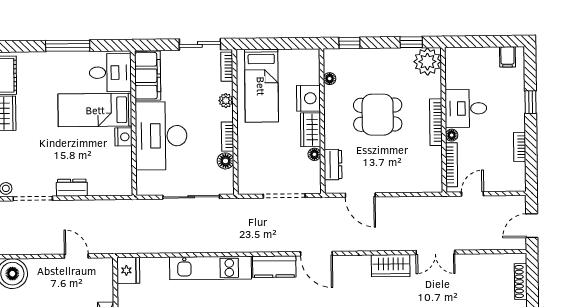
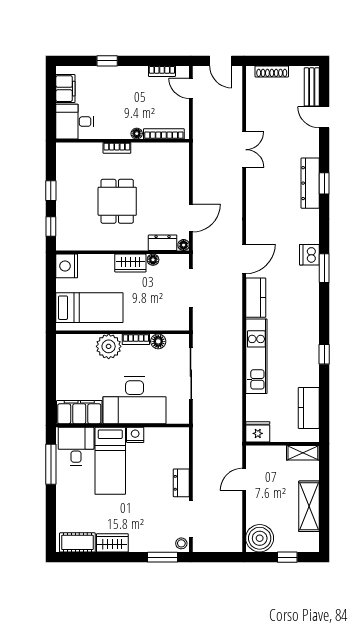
window: (411, 42) -> (51, 191), moved
sliding door: (200, 44) -> (51, 364), removed
window: (68, 46) -> (51, 464), moved
filing cabinet: (507, 57) -> (65, 89), width x2.00
plant: (427, 62) -> (69, 155), removed
bookcase: (227, 67) -> (72, 339), removed
floor lamp: (330, 79) -> (184, 245), moved
nightstand: (308, 98) -> (67, 266), moved, turned -90
plant: (226, 101) -> (109, 346), width x1.88, depth x1.88
desk: (466, 108) -> (75, 122), moved, turned 90
bookcase: (436, 122) -> (117, 148), width x0.64
bookcase: (520, 147) -> (162, 71), moved
door: (472, 194) -> (191, 88), moved
wardrobe: (391, 266) -> (256, 191), removed

